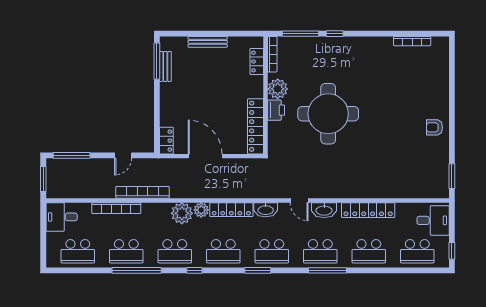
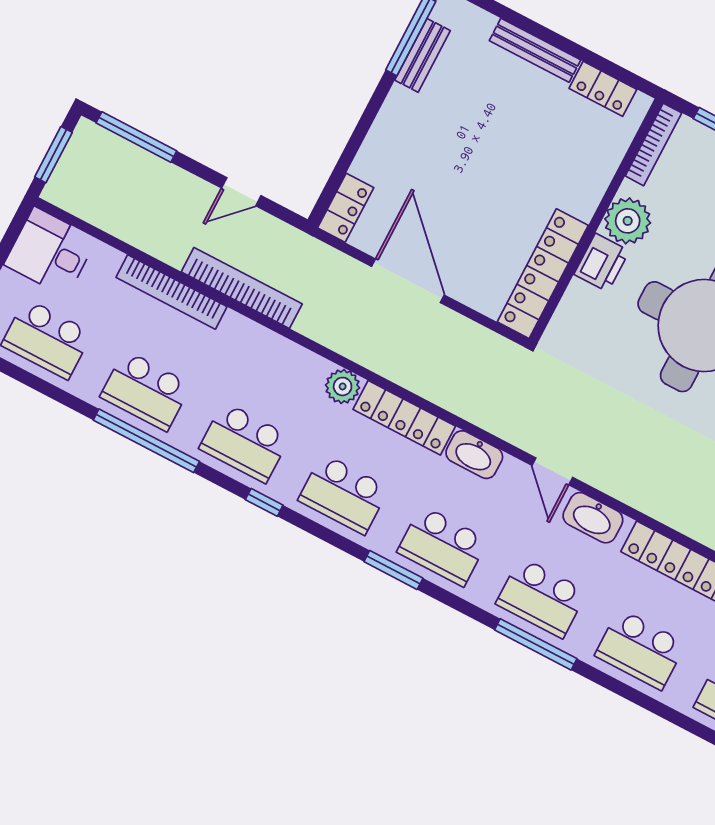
locker: (257, 62) -> (603, 89), moved, turned -90
plant: (182, 213) -> (299, 373), removed

